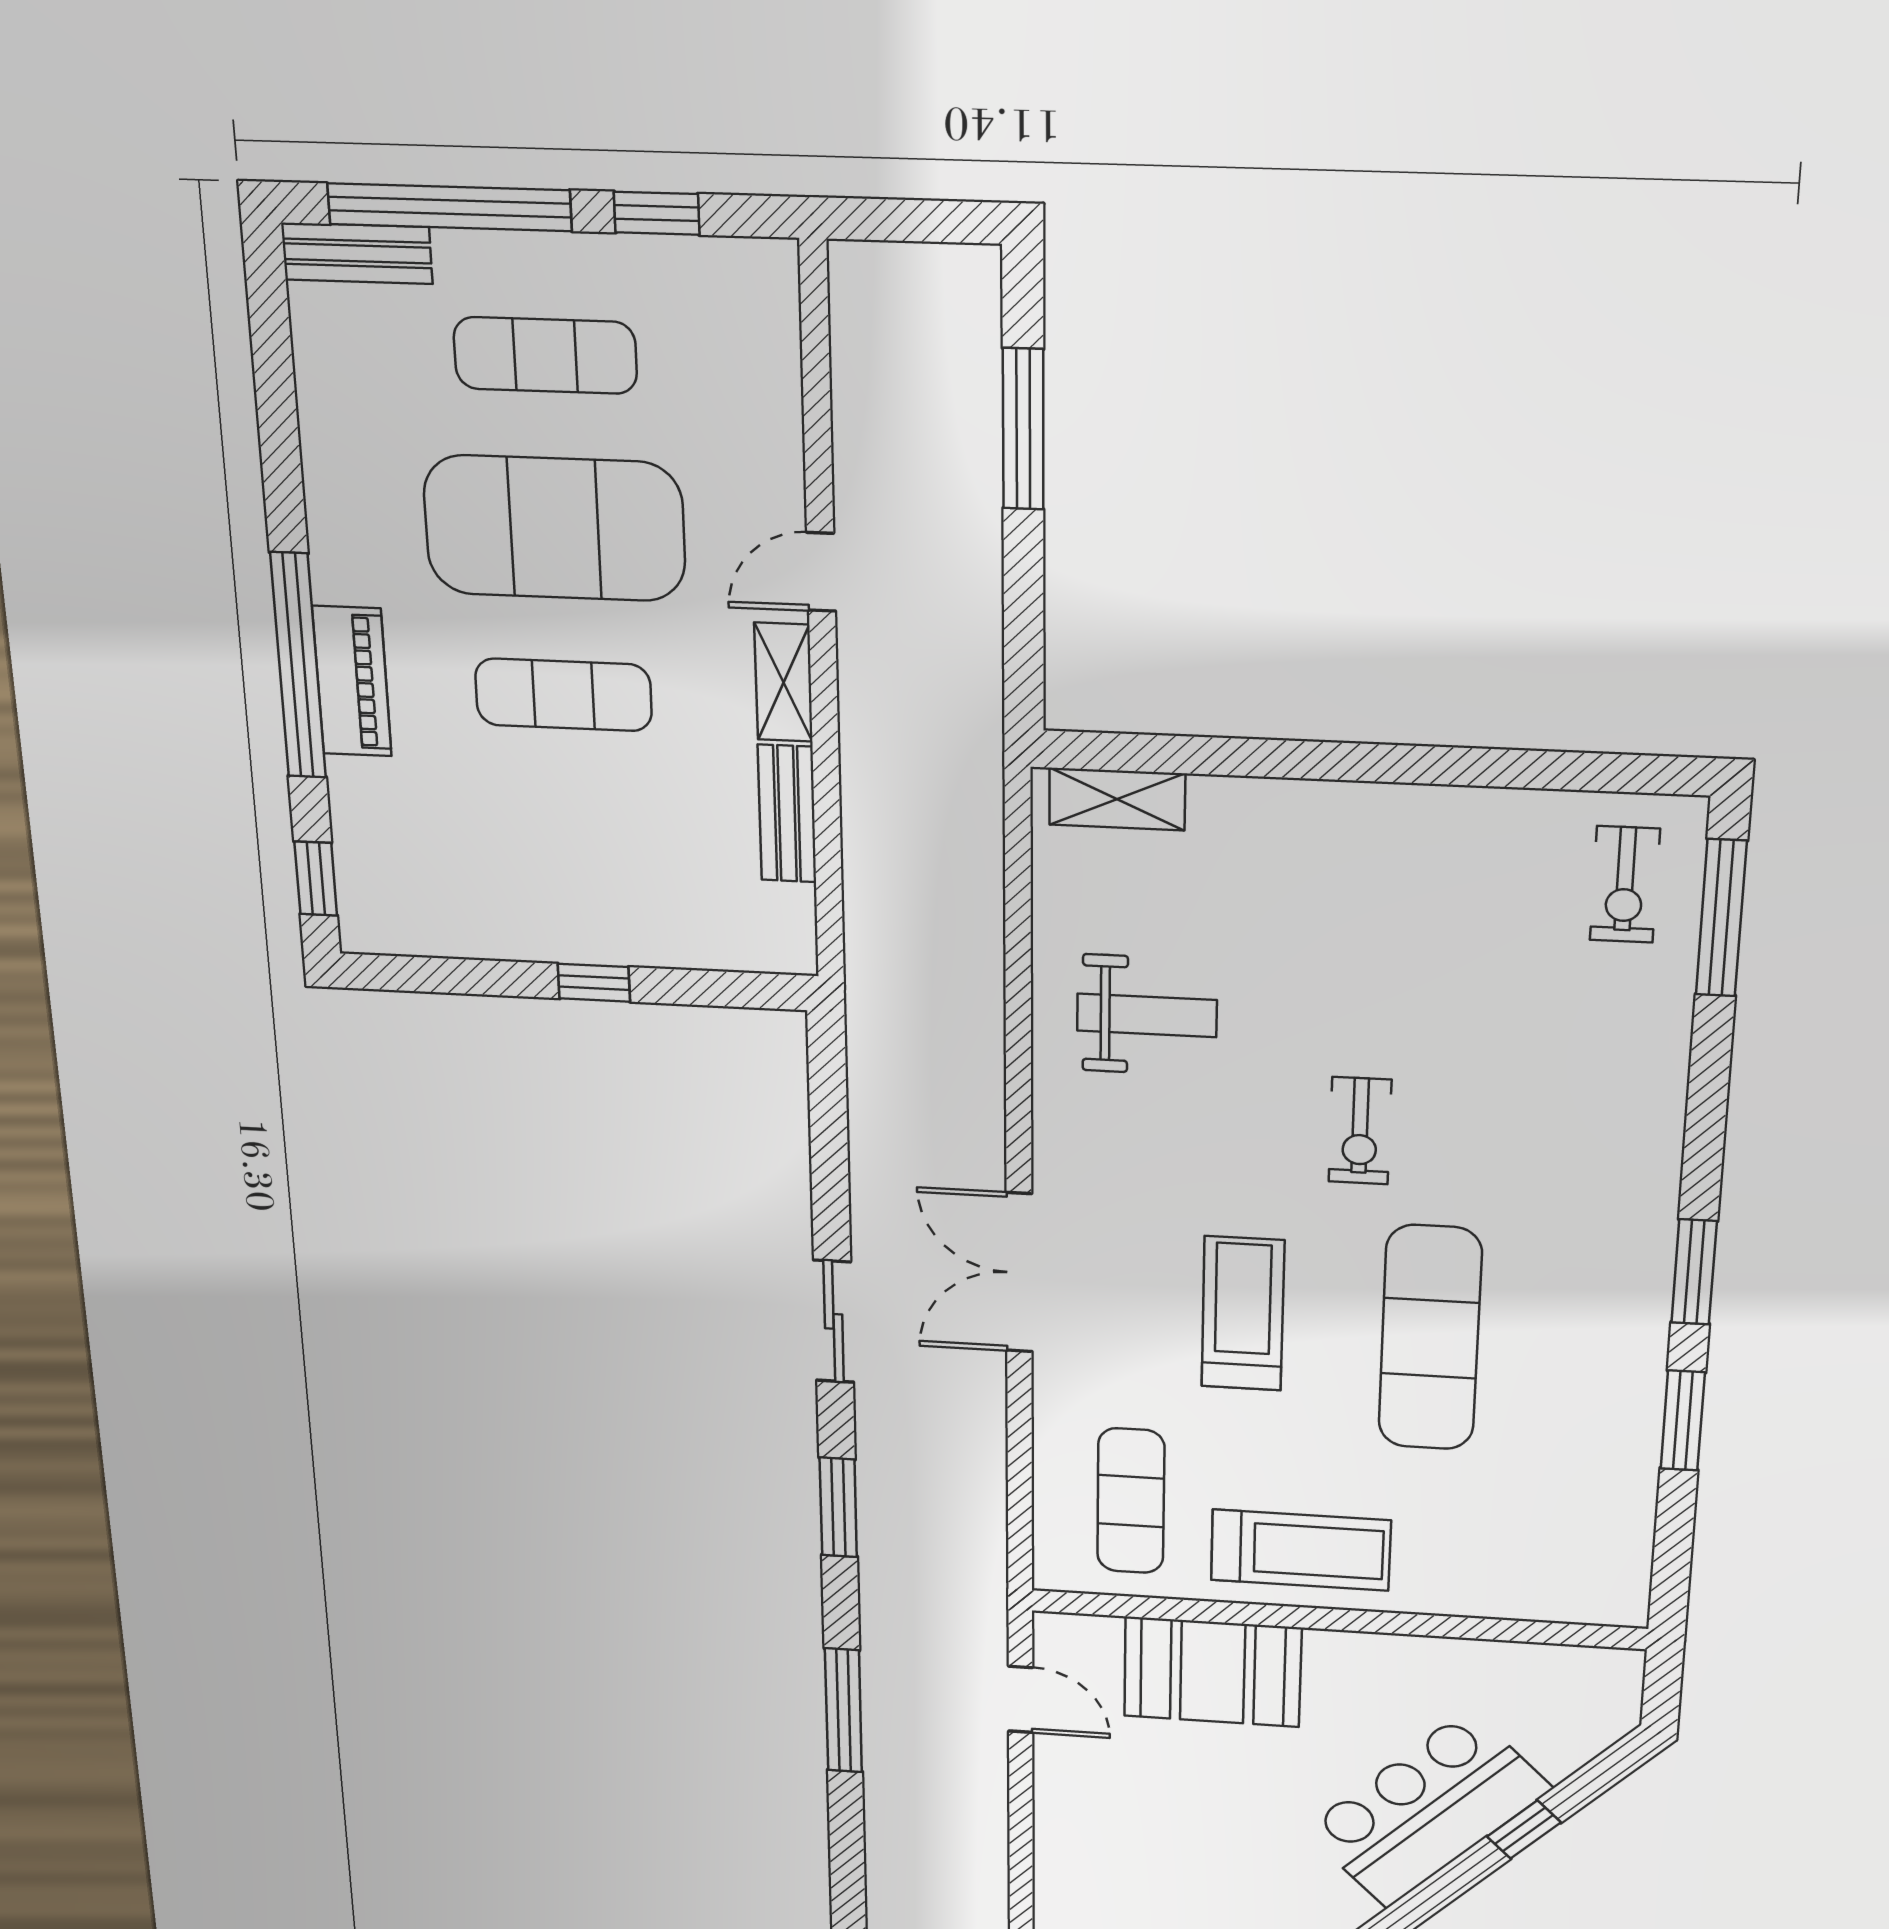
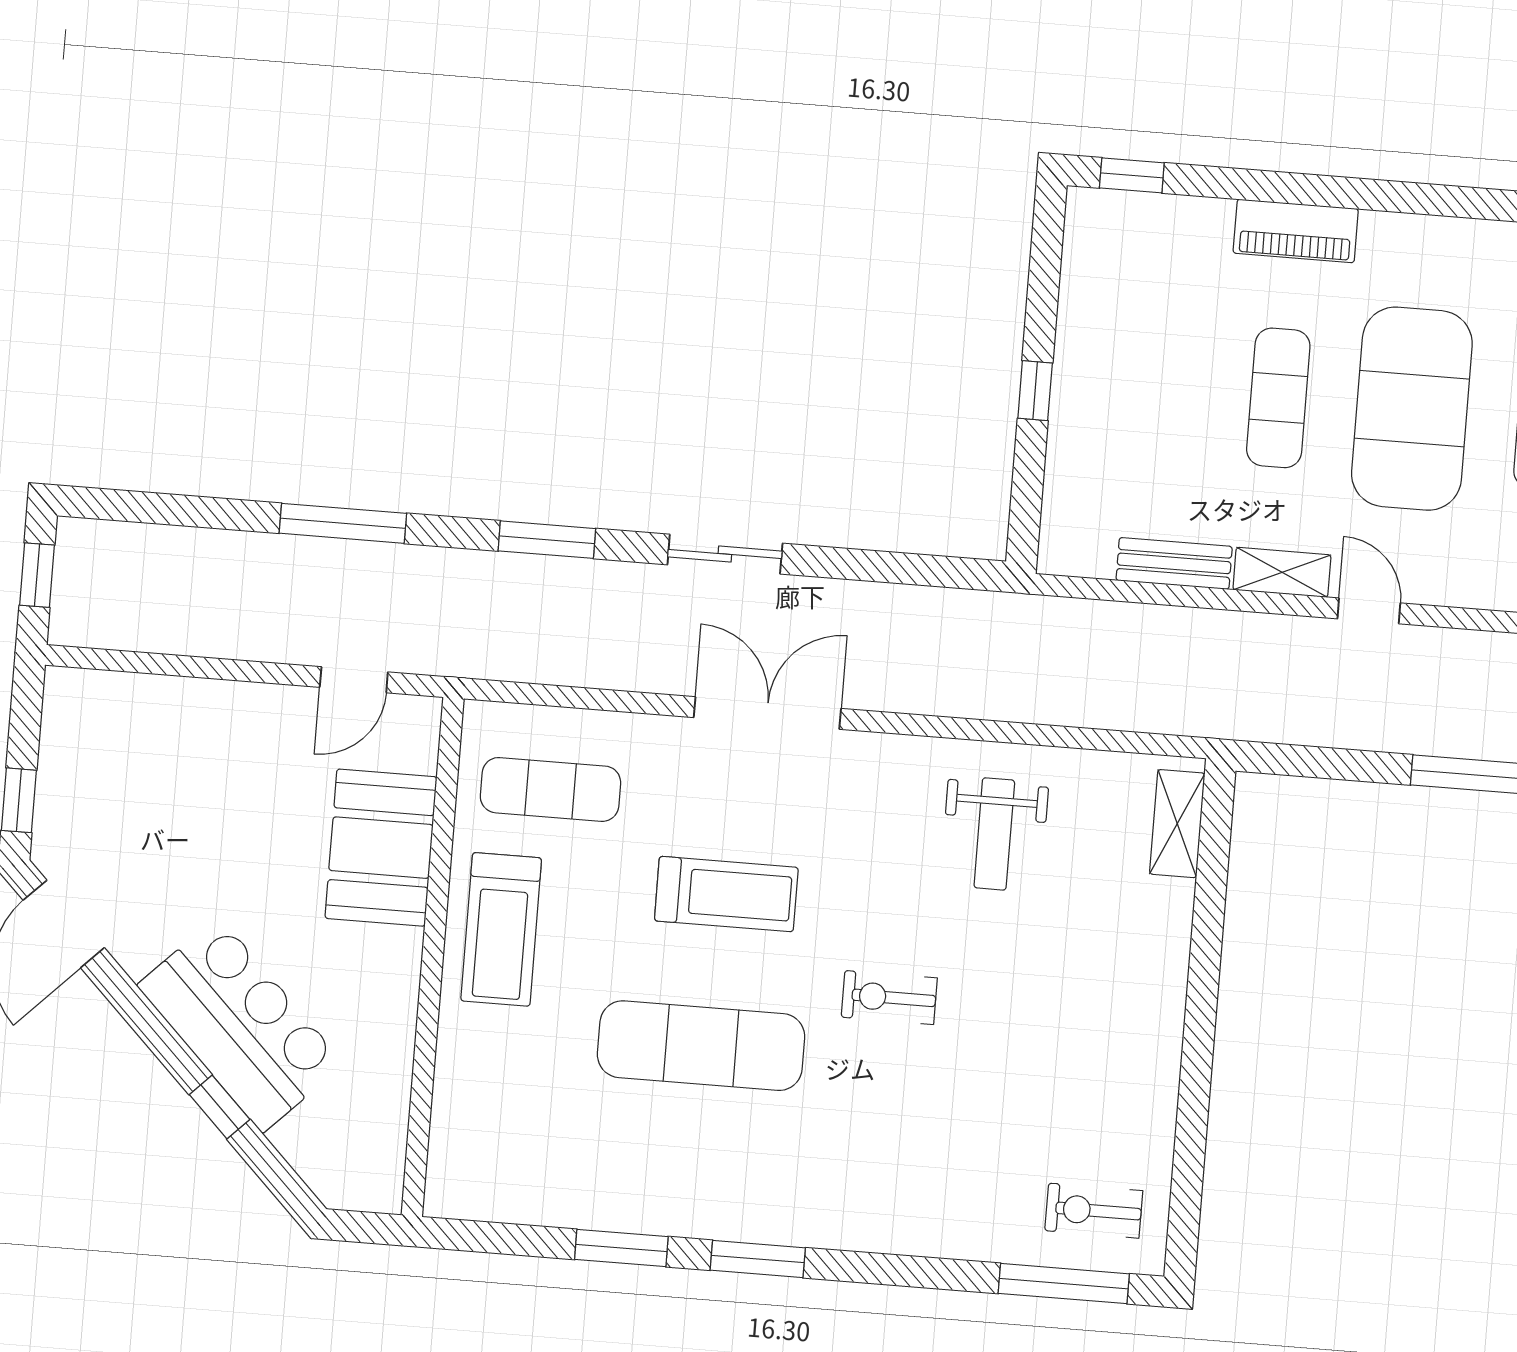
window: (298, 666) -> (1310, 190), removed

